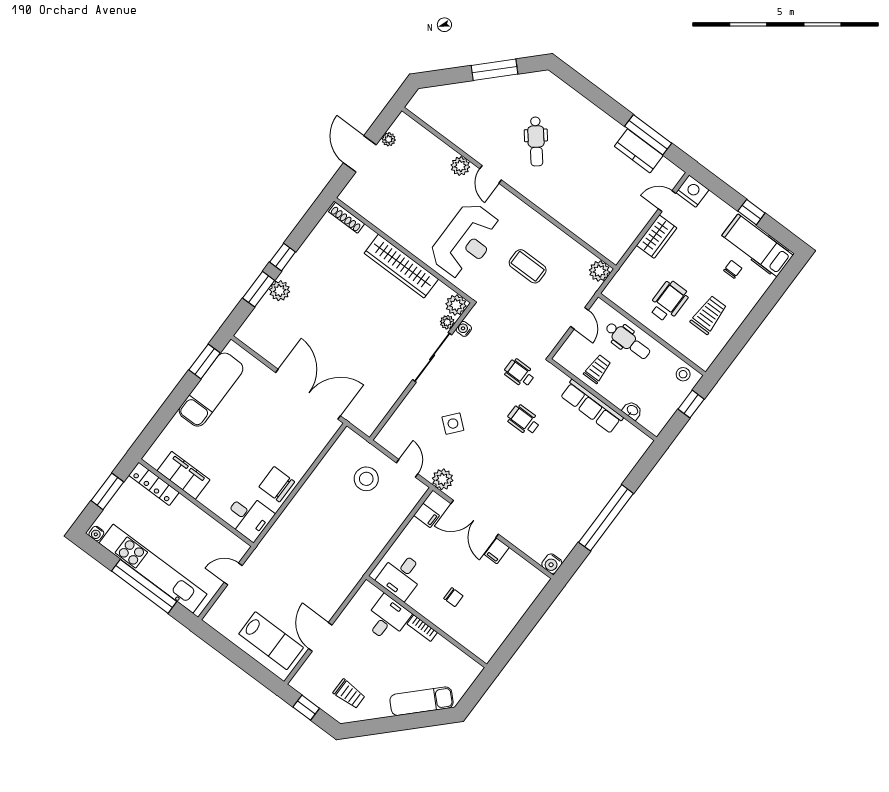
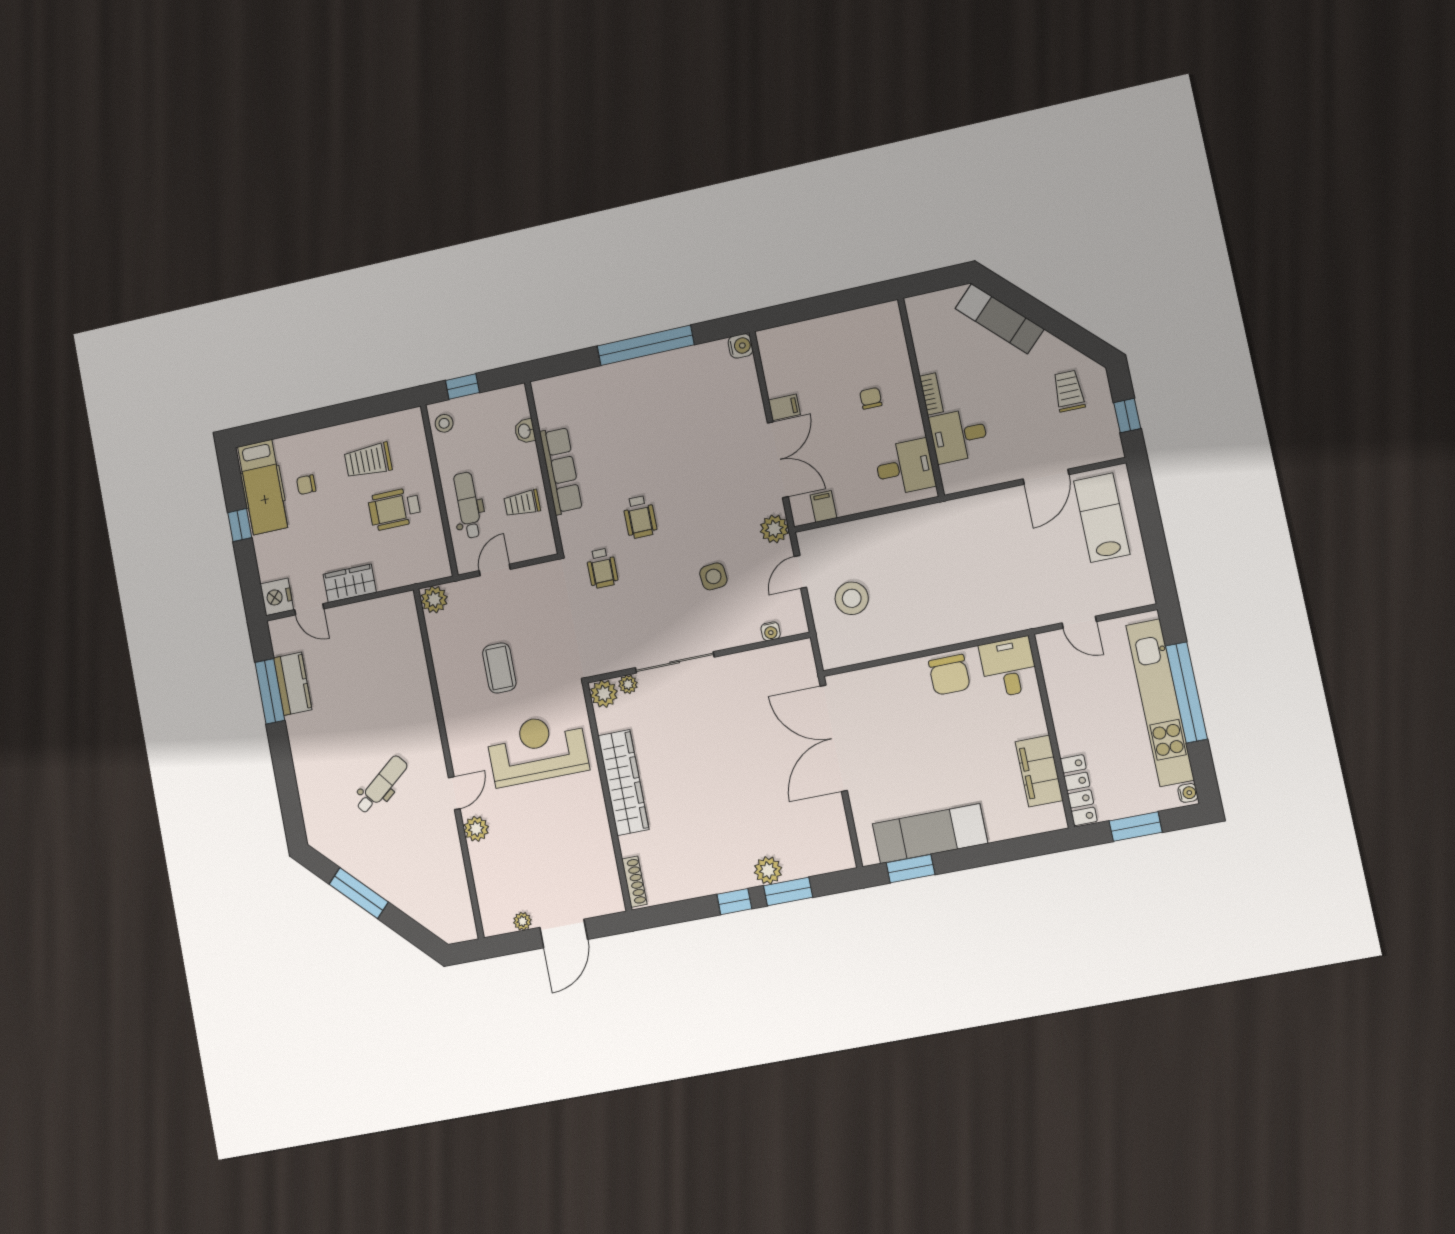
water cooler: (464, 329) -> (771, 631), moved
side table: (453, 424) -> (713, 576), turned 45

